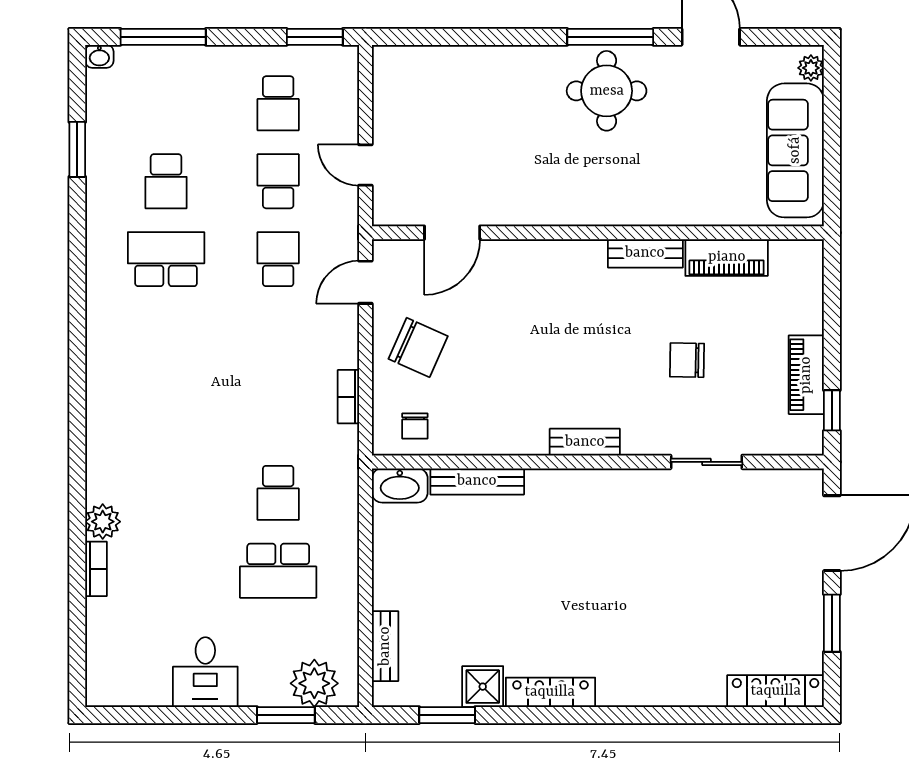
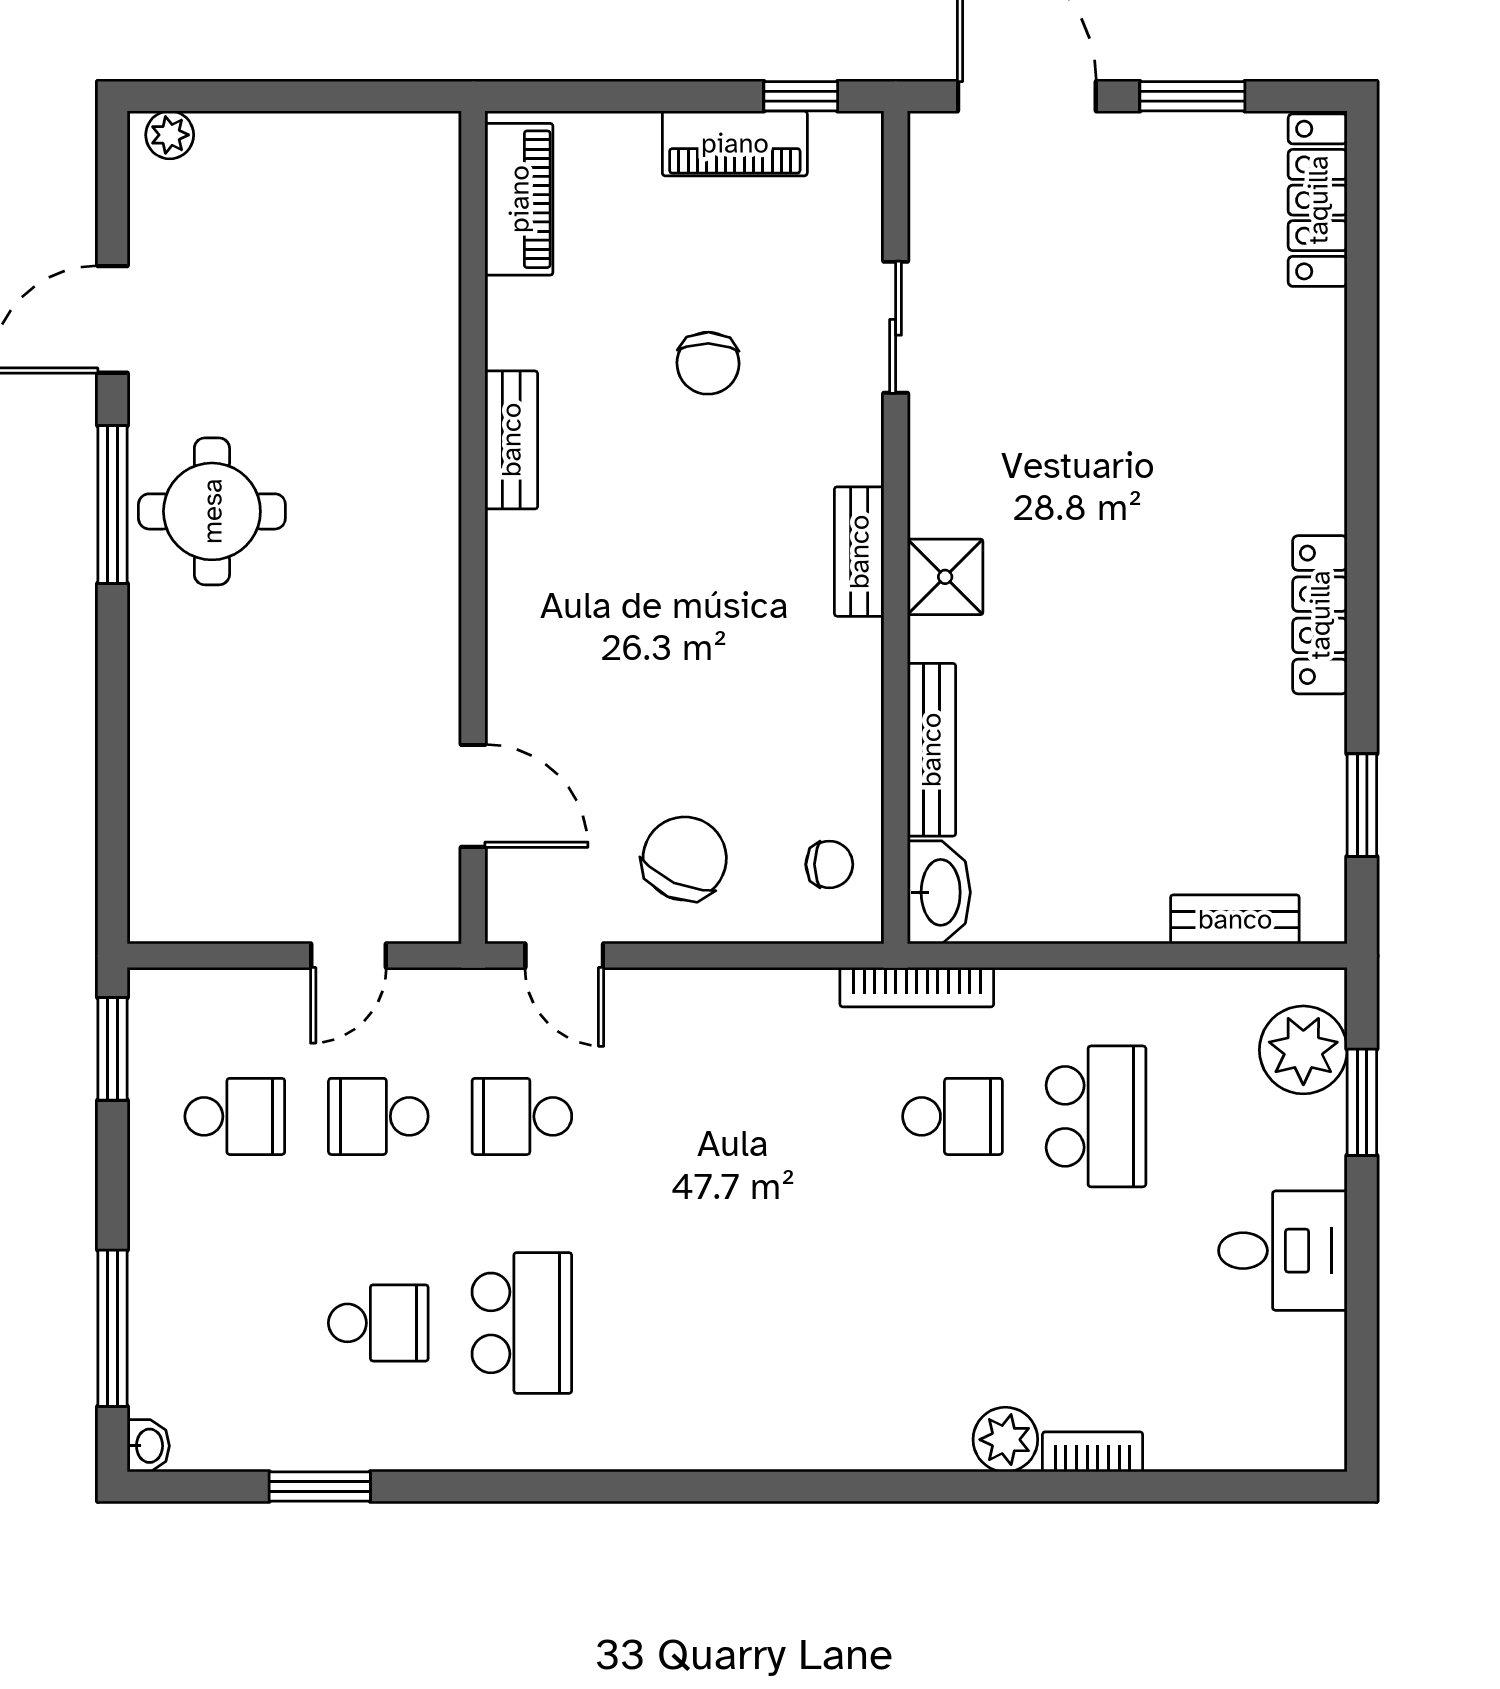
sofa: (795, 150) -> (322, 163), removed
piano: (727, 257) -> (519, 199), moved
school desk: (166, 259) -> (522, 1323), turned 180
bookcase: (348, 397) -> (917, 987), moved, width x1.56
shower: (483, 687) -> (945, 577), moved

